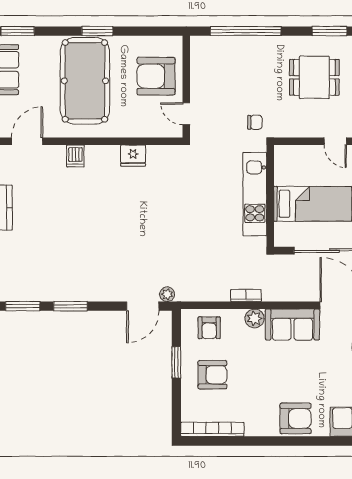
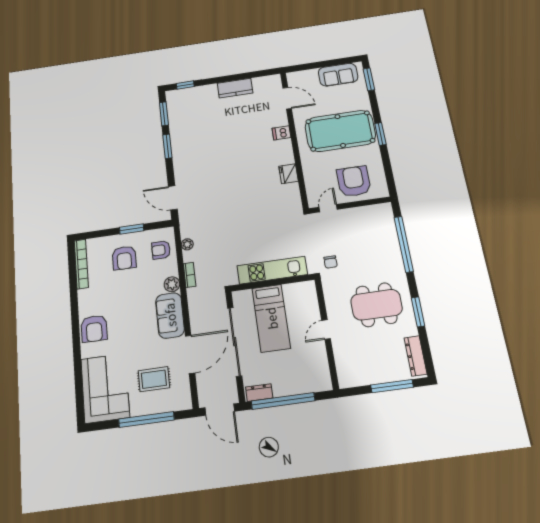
dining table: (314, 77) -> (377, 305), width x1.38
plant: (167, 294) -> (187, 244), moved

